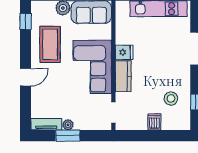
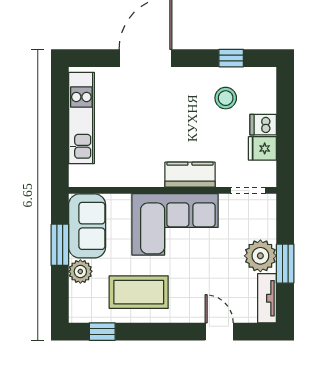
fridge: (124, 52) -> (262, 148), moved, turned -90
door: (25, 77) -> (219, 332), moved
plant: (68, 125) -> (260, 256), width x1.87, depth x1.87

